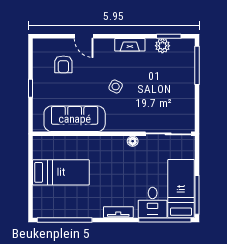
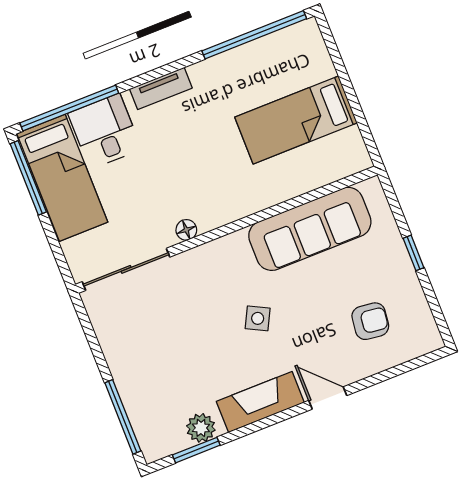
door: (84, 36) -> (328, 398), moved
fireplace: (130, 45) -> (260, 402), width x1.37, depth x1.32
armchair: (63, 64) -> (370, 321), turned 97

